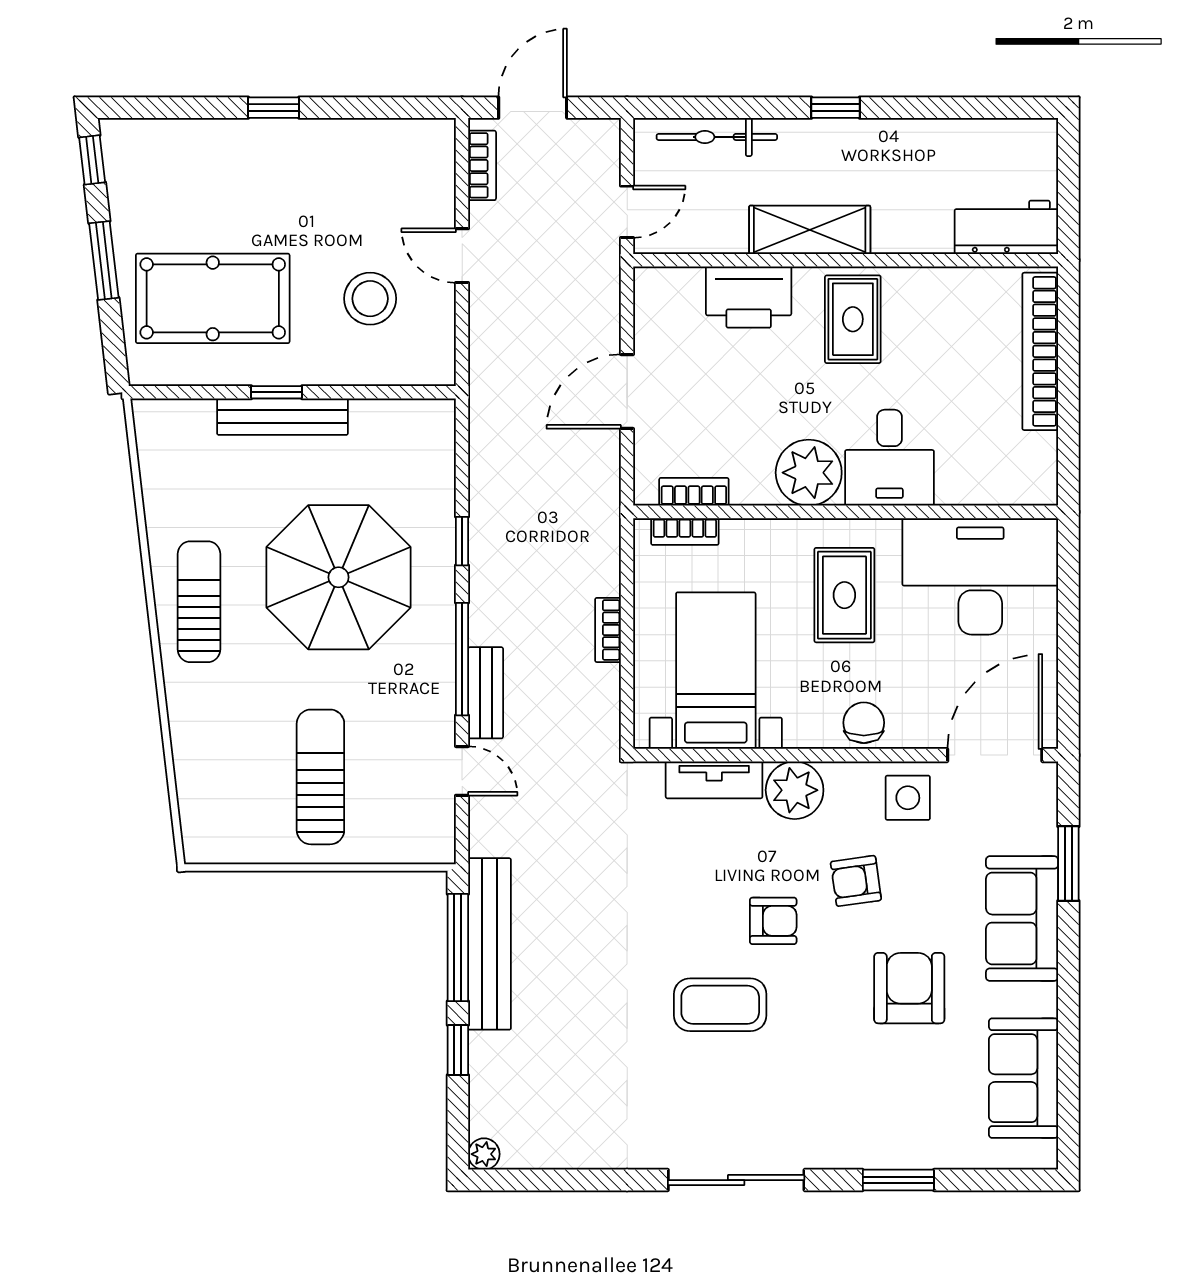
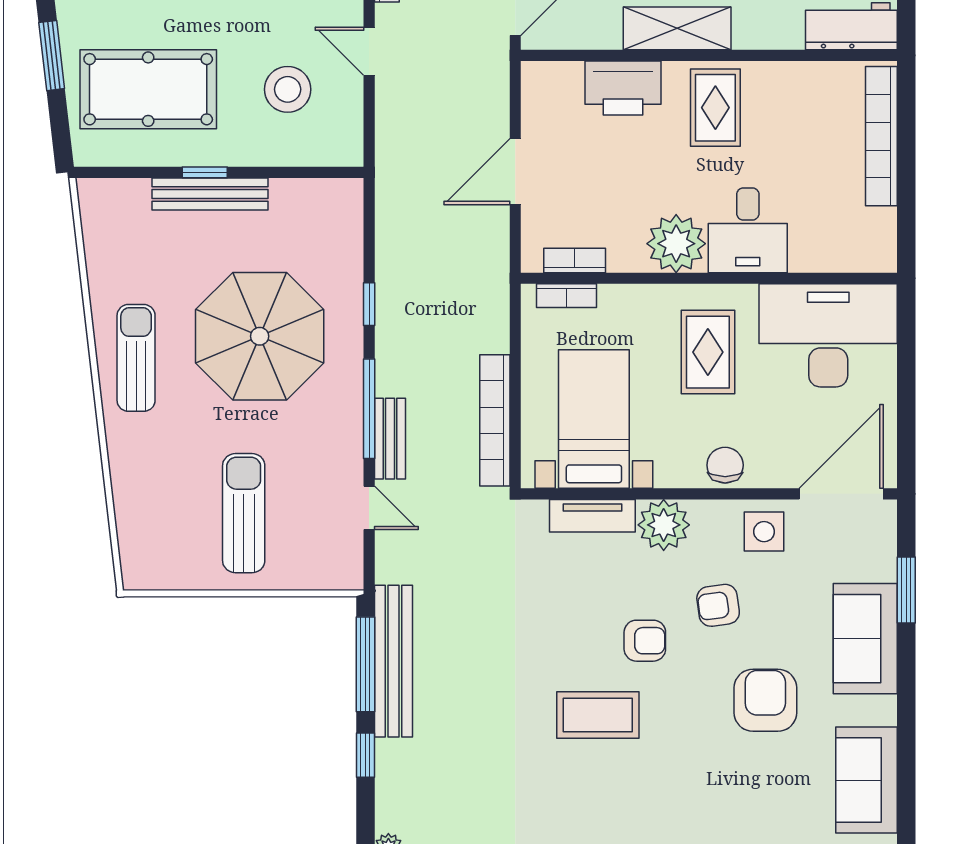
bookcase: (608, 630) -> (495, 420), width x2.31, depth x1.31

